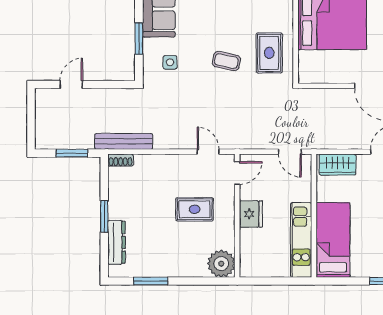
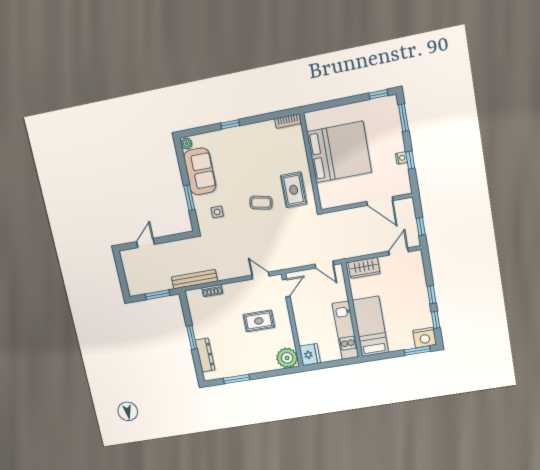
shoe rack: (121, 160) -> (212, 291), moved
fridge: (251, 214) -> (310, 355), moved

